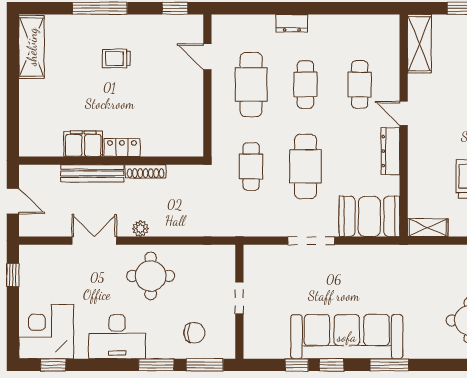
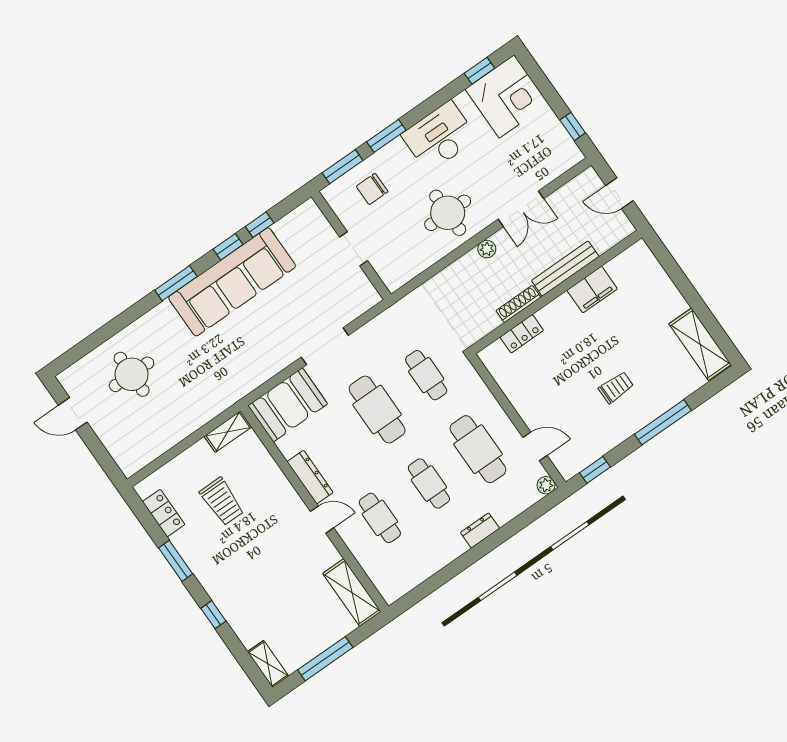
plant: (219, 22) -> (546, 485), added
locker: (122, 147) -> (522, 334), moved

